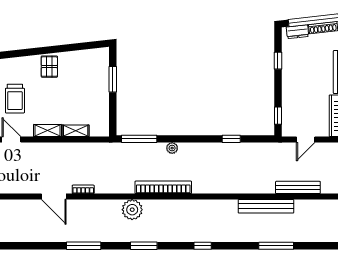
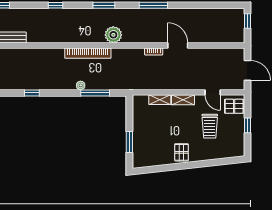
trolley: (15, 99) -> (210, 126), turned 180
window: (139, 139) -> (95, 93), moved

